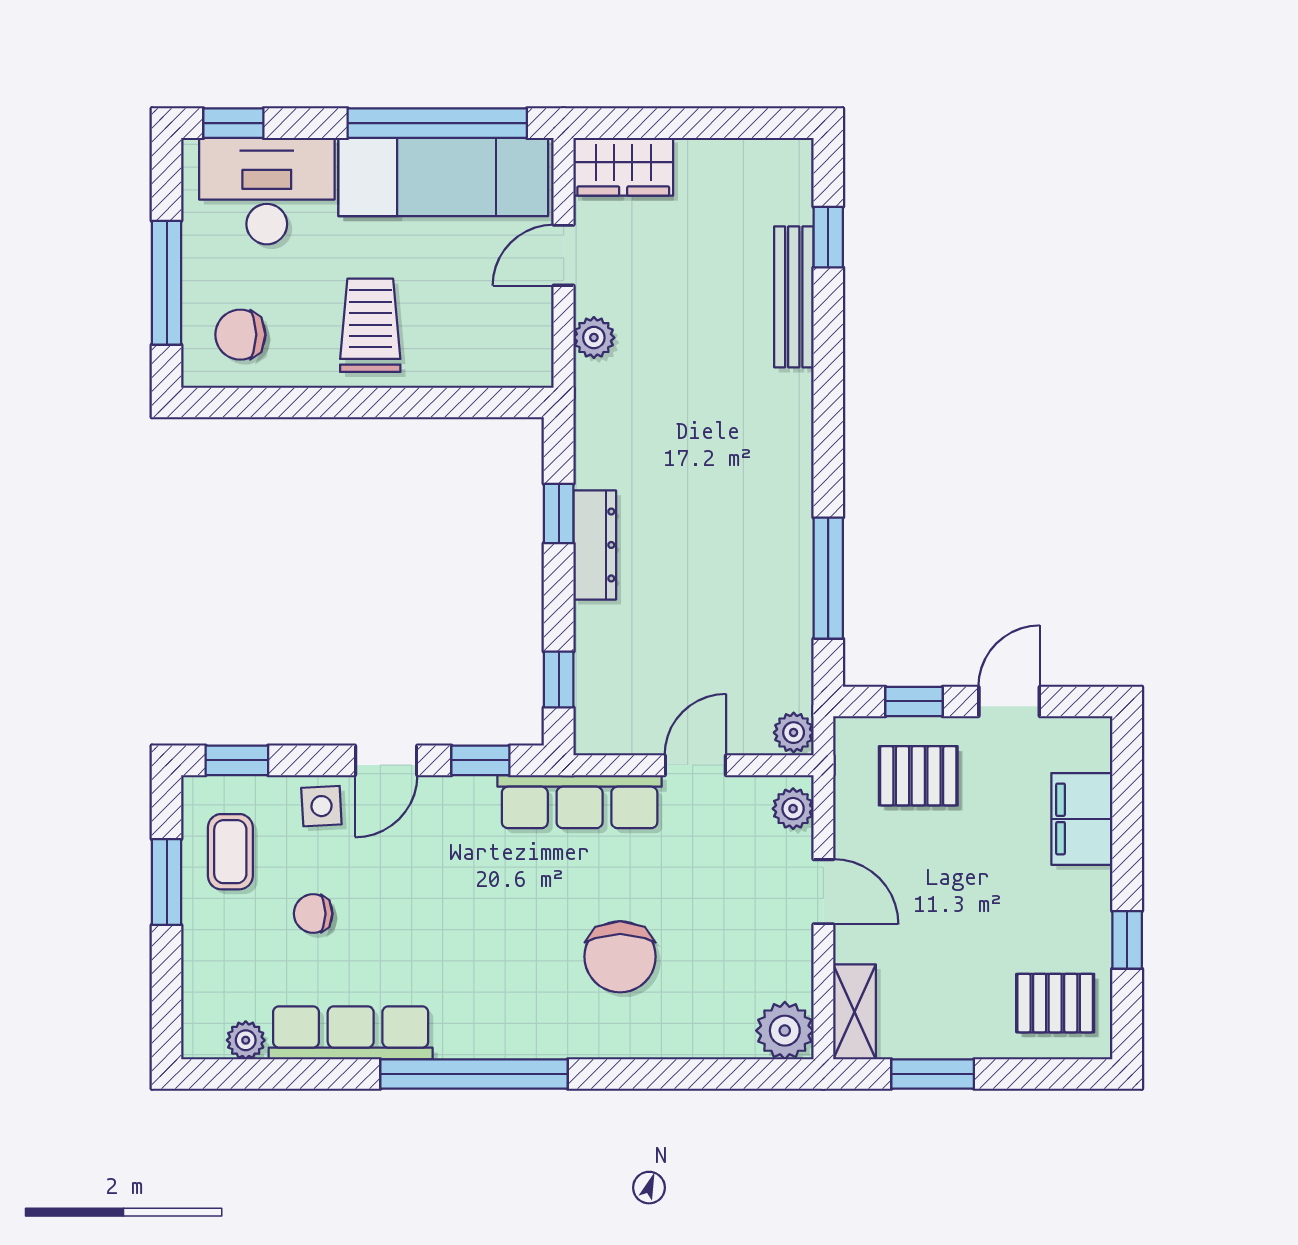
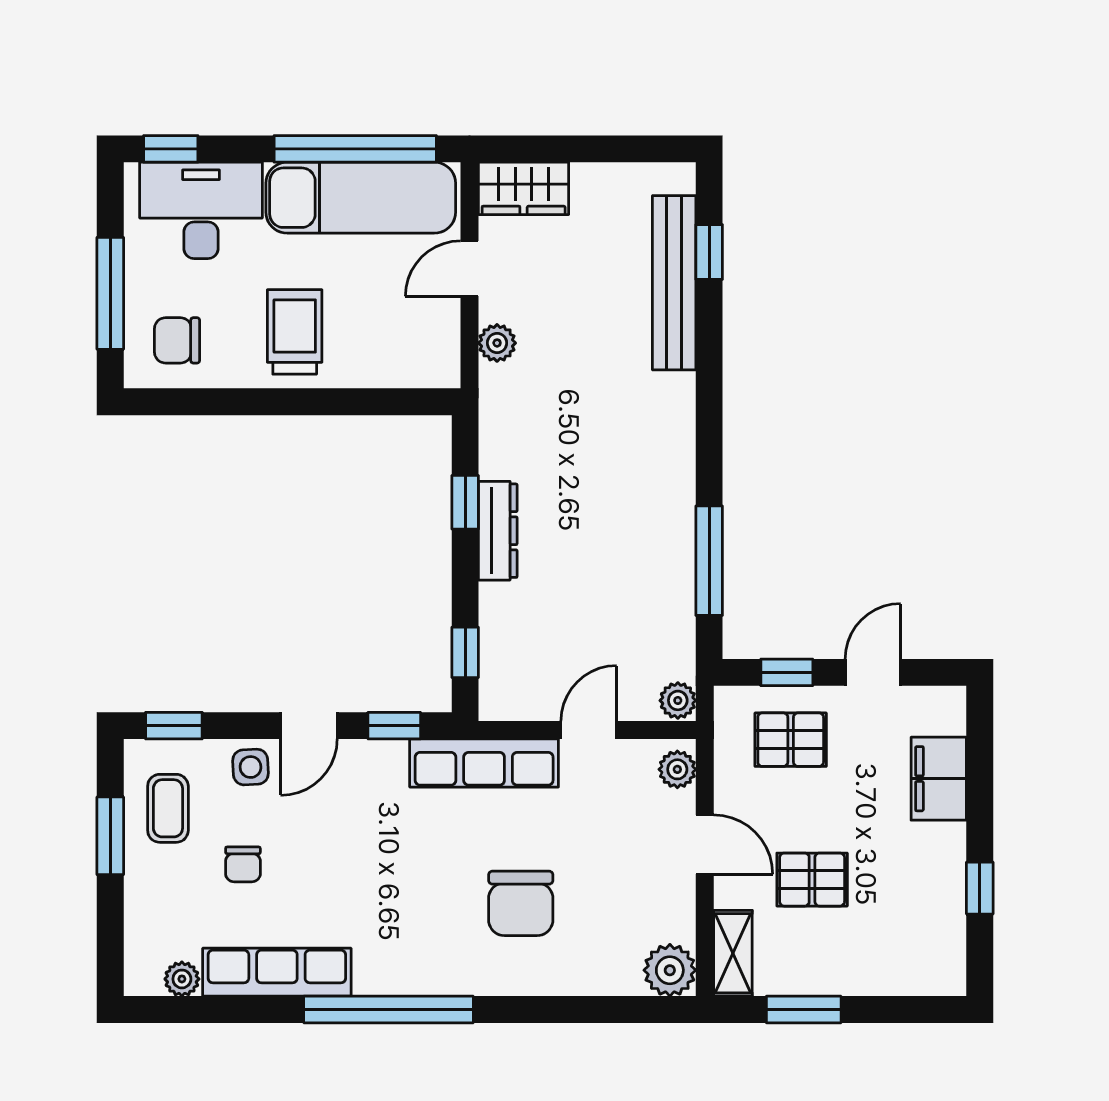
bench: (794, 297) -> (674, 283), width x1.37, depth x1.21
chair: (313, 914) -> (243, 864), turned -90
pallet: (1055, 1003) -> (812, 880), moved

